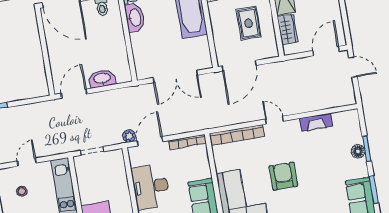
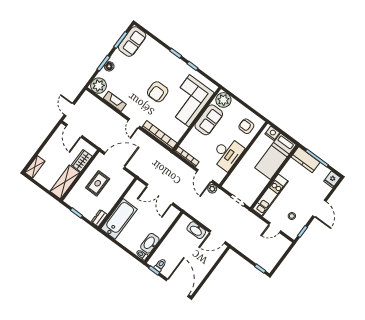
door: (326, 51) -> (74, 131), hinge flipped
door: (239, 66) -> (114, 161), moved
double door: (175, 76) -> (160, 194), swing flipped
plant: (349, 121) -> (99, 86), added
door: (150, 141) -> (205, 176), hinge flipped

